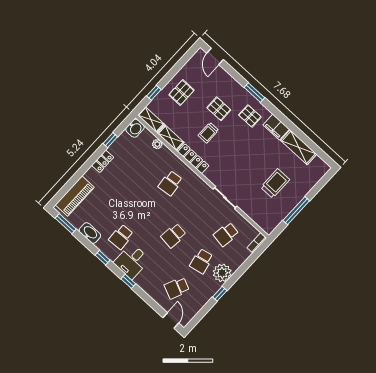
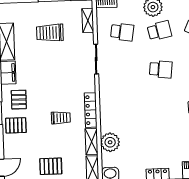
pallet: (219, 109) -> (16, 125), moved, turned 90
plant: (157, 144) -> (110, 142), width x1.87, depth x1.87
school desk: (170, 183) -> (125, 109), removed
shelving: (258, 218) -> (88, 20), added

